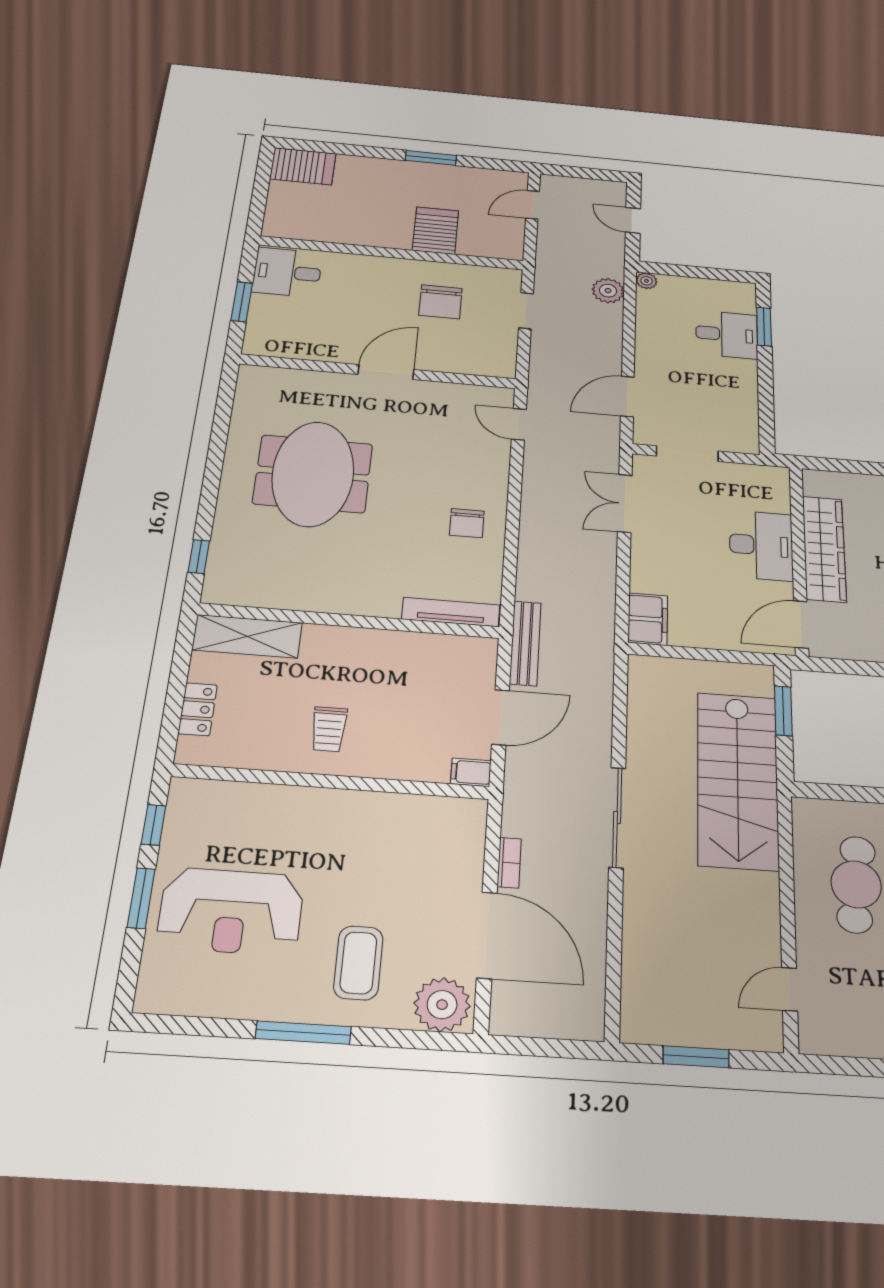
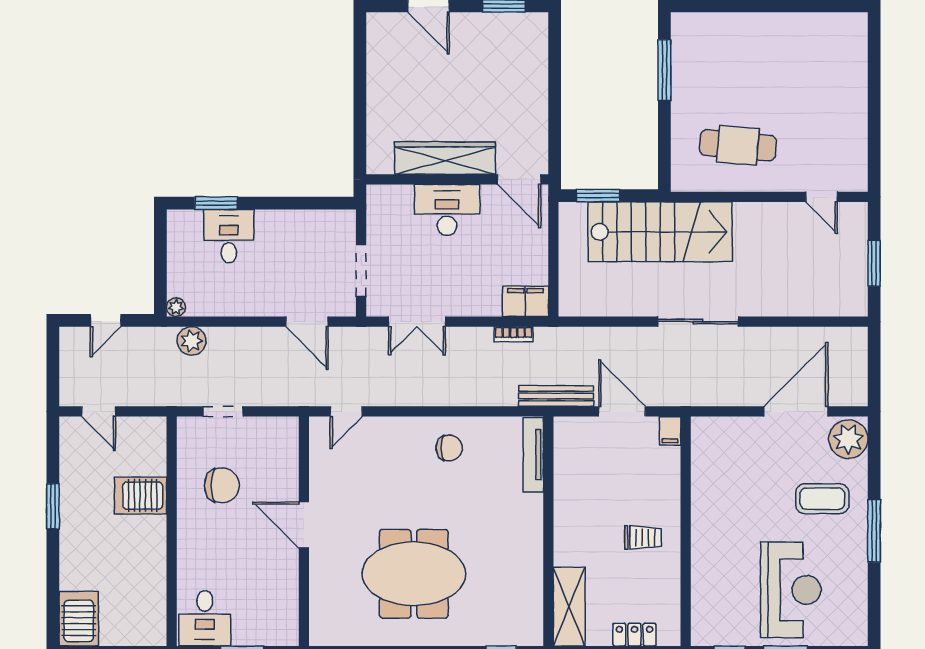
bookcase: (509, 863) -> (514, 334), moved, turned 180

